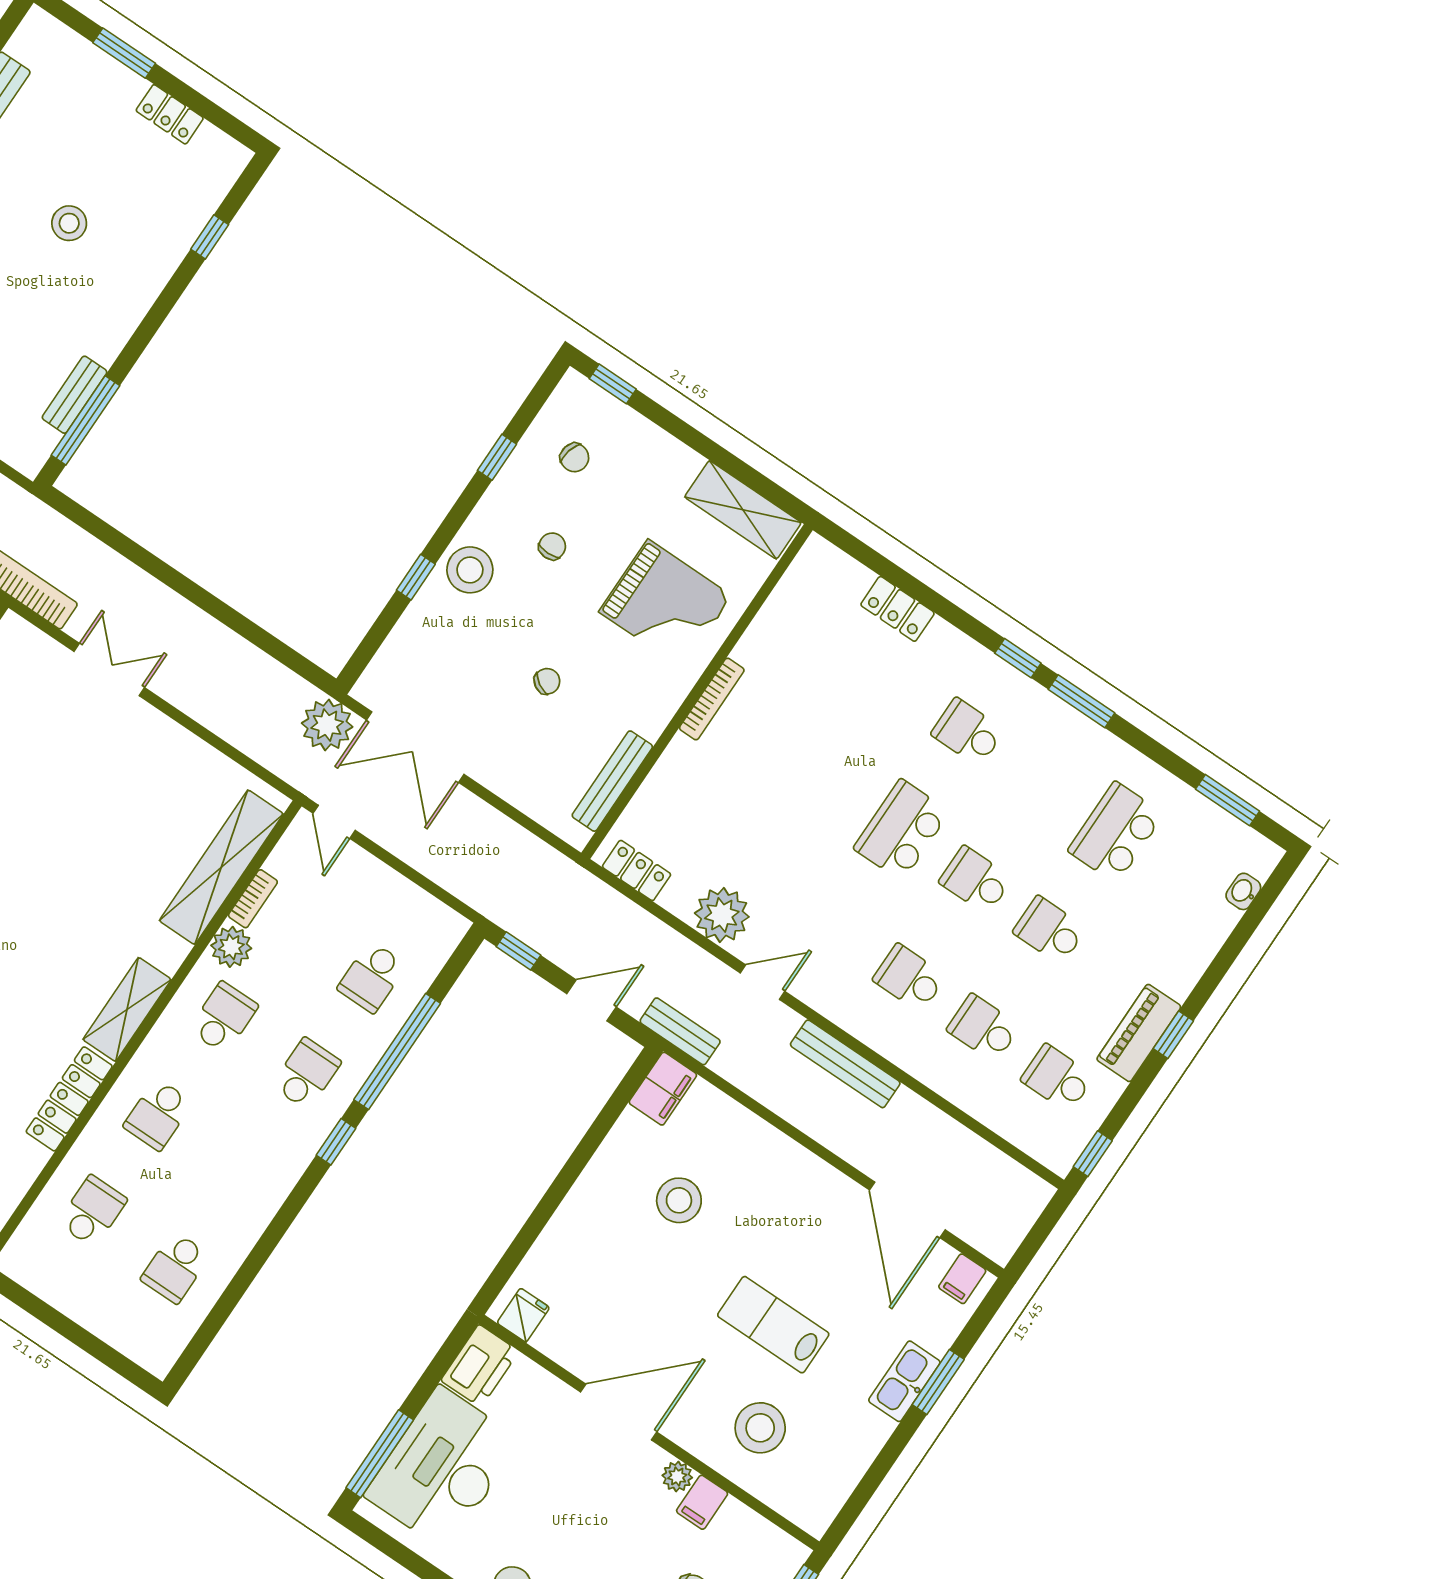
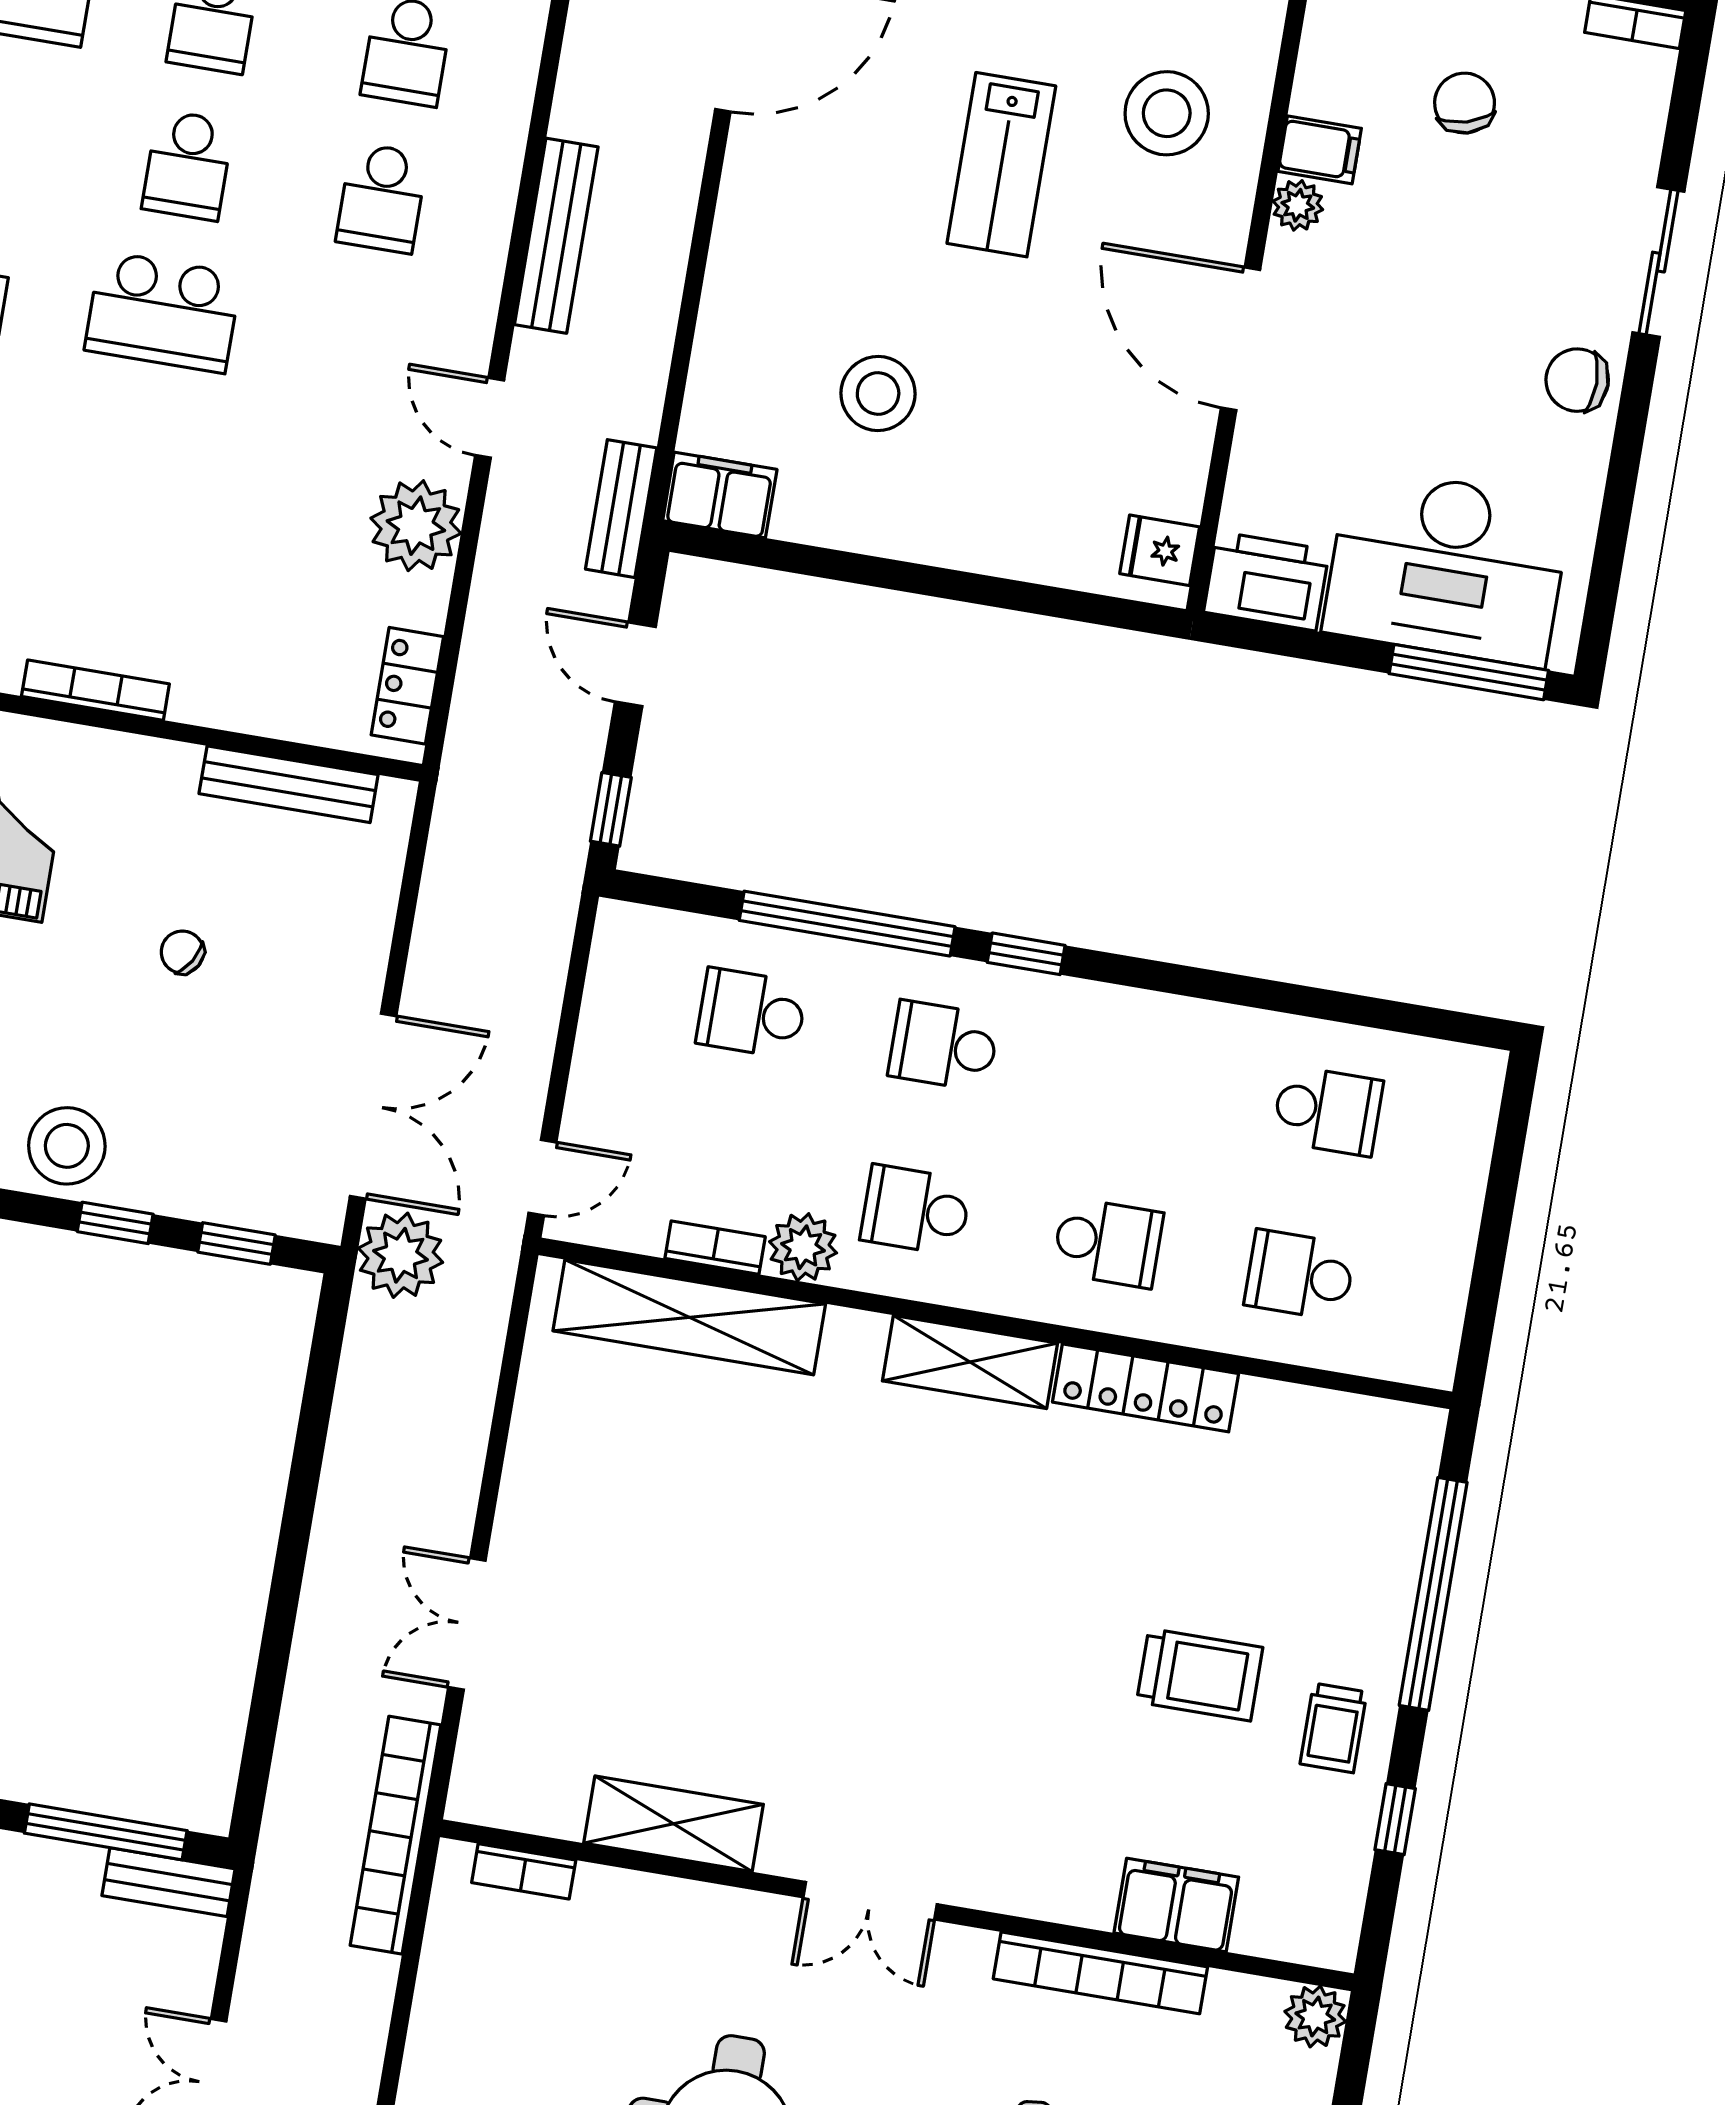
bench: (75, 395) -> (168, 1882), moved
window: (374, 638) -> (237, 1243), added
school desk: (372, 977) -> (752, 1013), turned 180

